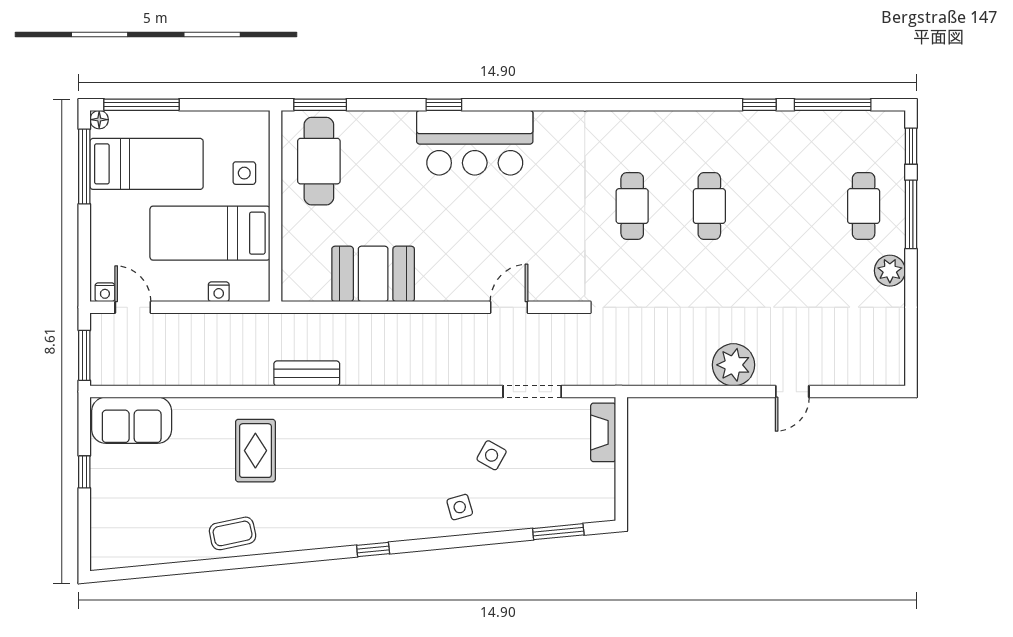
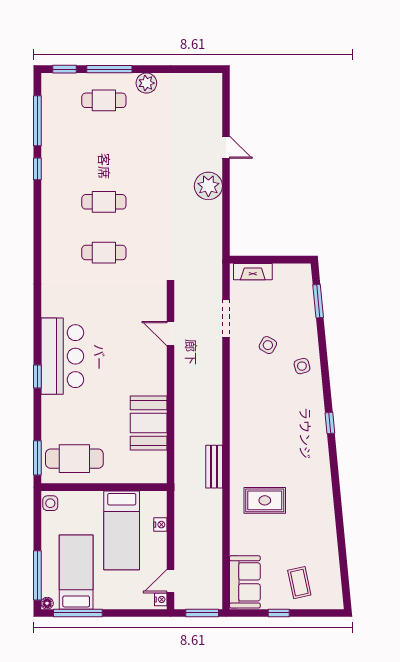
side table: (244, 173) -> (50, 503), moved
coffee table: (233, 533) -> (299, 583), moved

